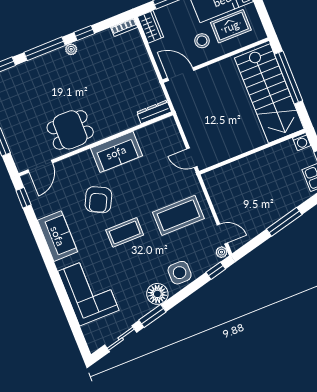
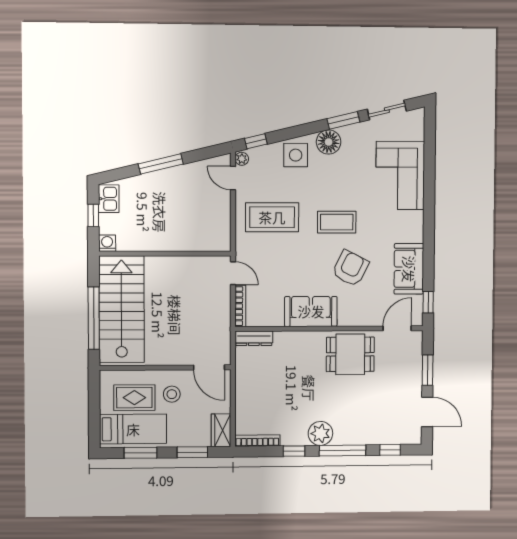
bookcase: (124, 27) -> (257, 441), width x1.56
plant: (71, 49) -> (320, 433), width x1.87, depth x1.87
bookcase: (175, 134) -> (240, 306), added
sofa: (58, 236) -> (409, 269), moved

